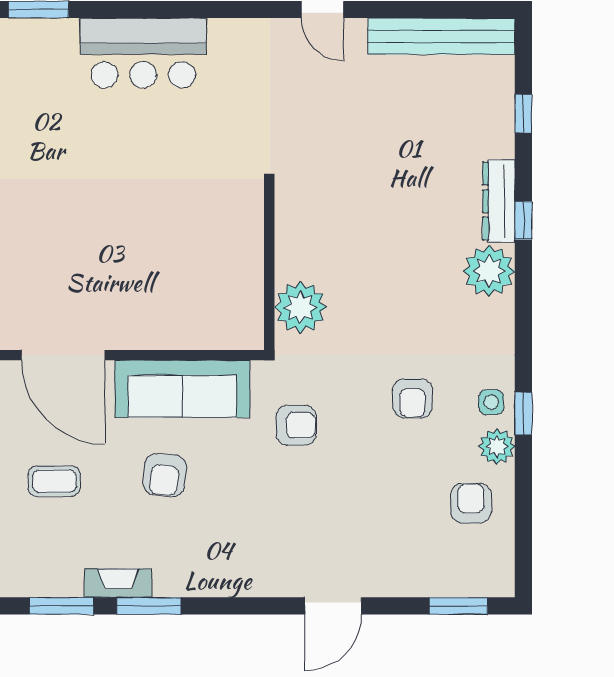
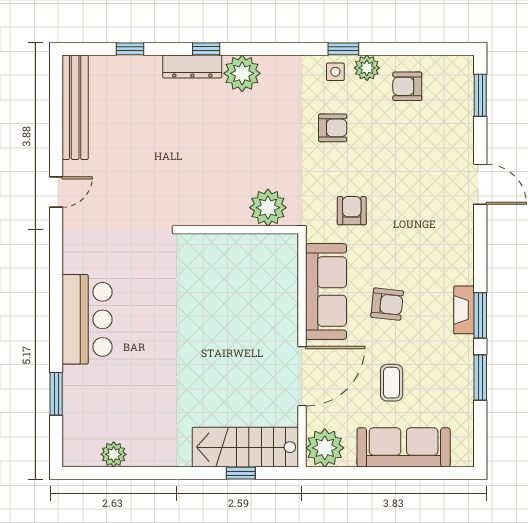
fireplace: (118, 583) -> (464, 310), moved

